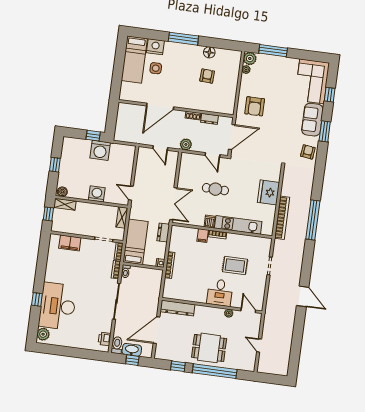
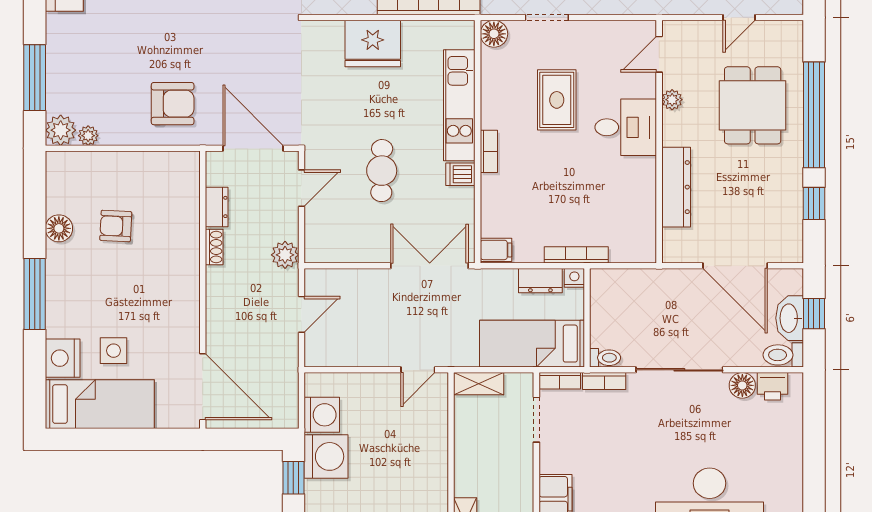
door: (160, 106) -> (203, 387), moved
washing machine: (97, 194) -> (322, 415), moved, turned 180
dresser: (163, 233) -> (540, 281), moved
filing cabinet: (203, 236) -> (496, 250), moved
floor lamp: (266, 243) -> (494, 34), added
dresser: (177, 308) -> (676, 187), moved
floor lamp: (107, 327) -> (742, 385), added
dining table: (209, 348) -> (753, 105), moved

